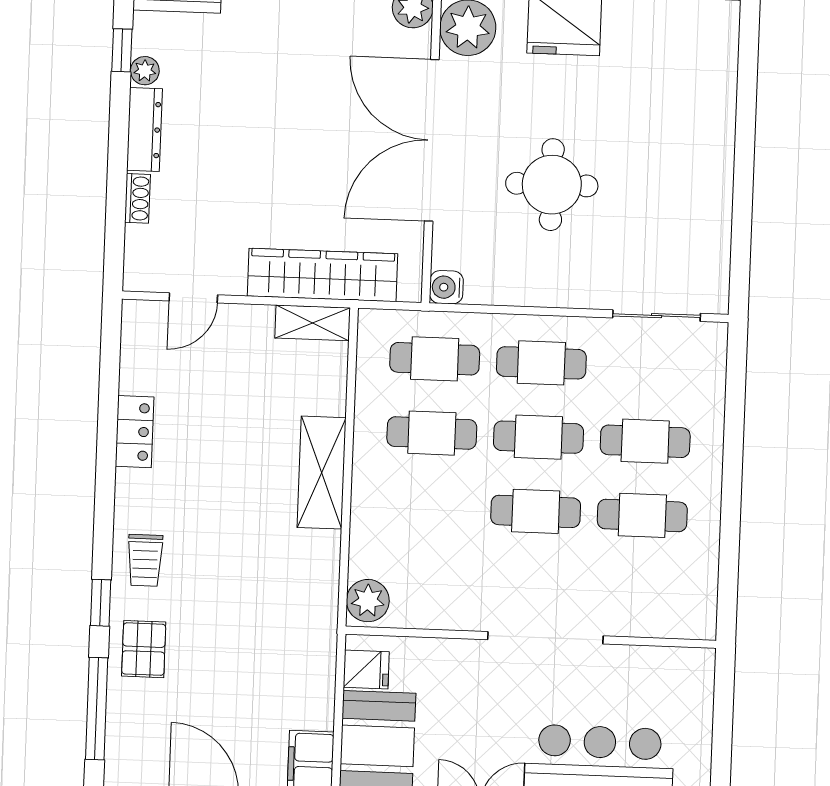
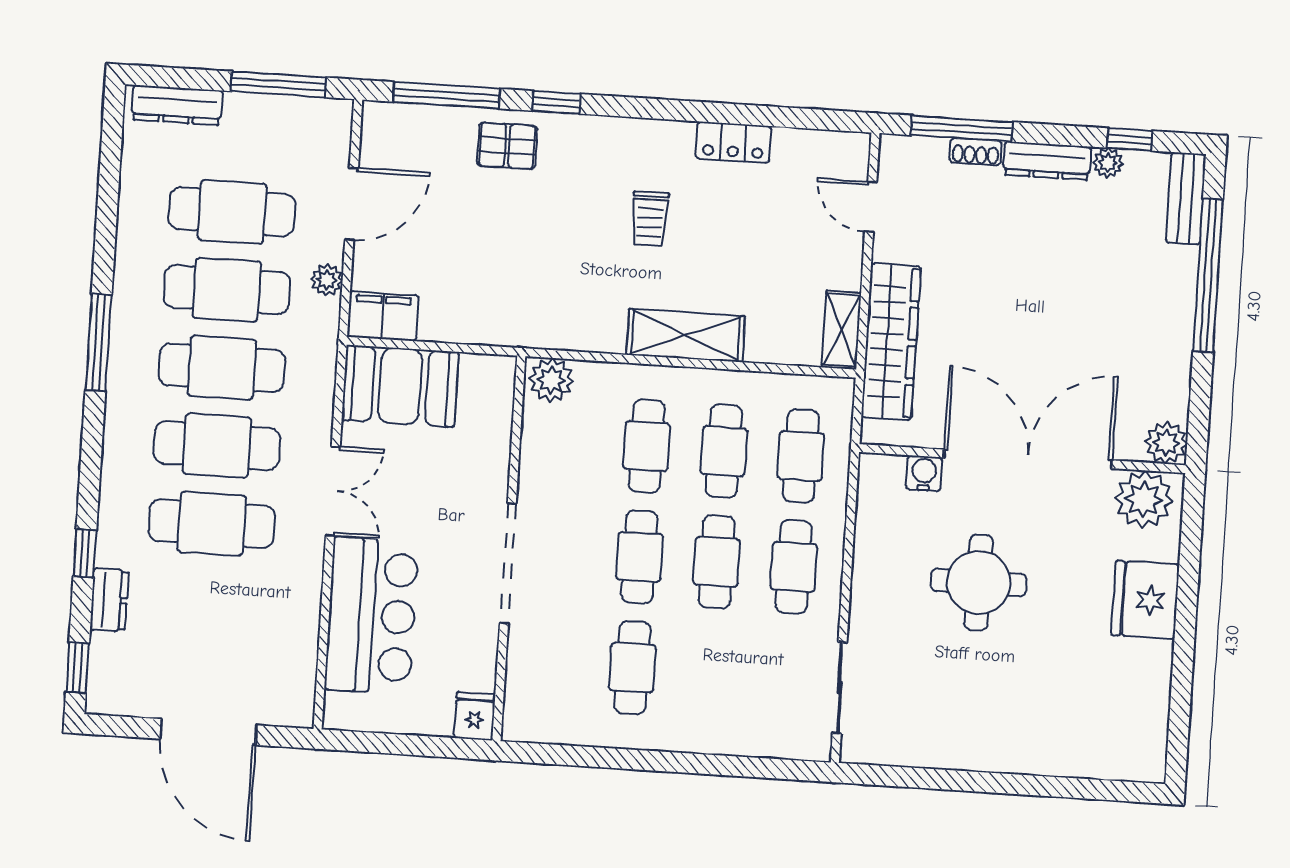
window: (116, 212) -> (962, 129), added
water cooler: (446, 287) -> (924, 473), moved
cafe table: (645, 441) -> (647, 446), moved
trolley: (145, 560) -> (650, 219), moved, turned -90
fridge: (366, 669) -> (475, 716), moved, turned 180

